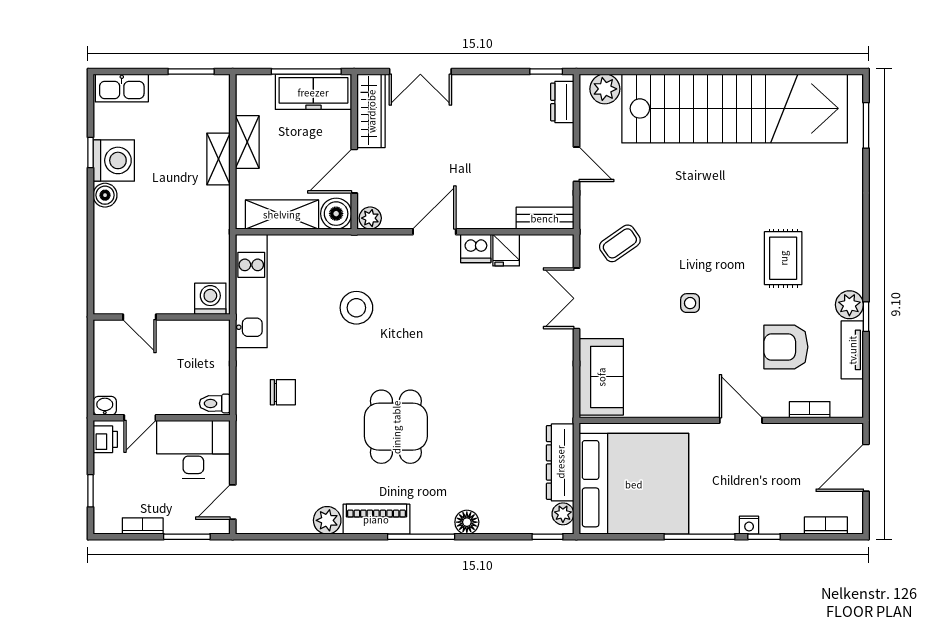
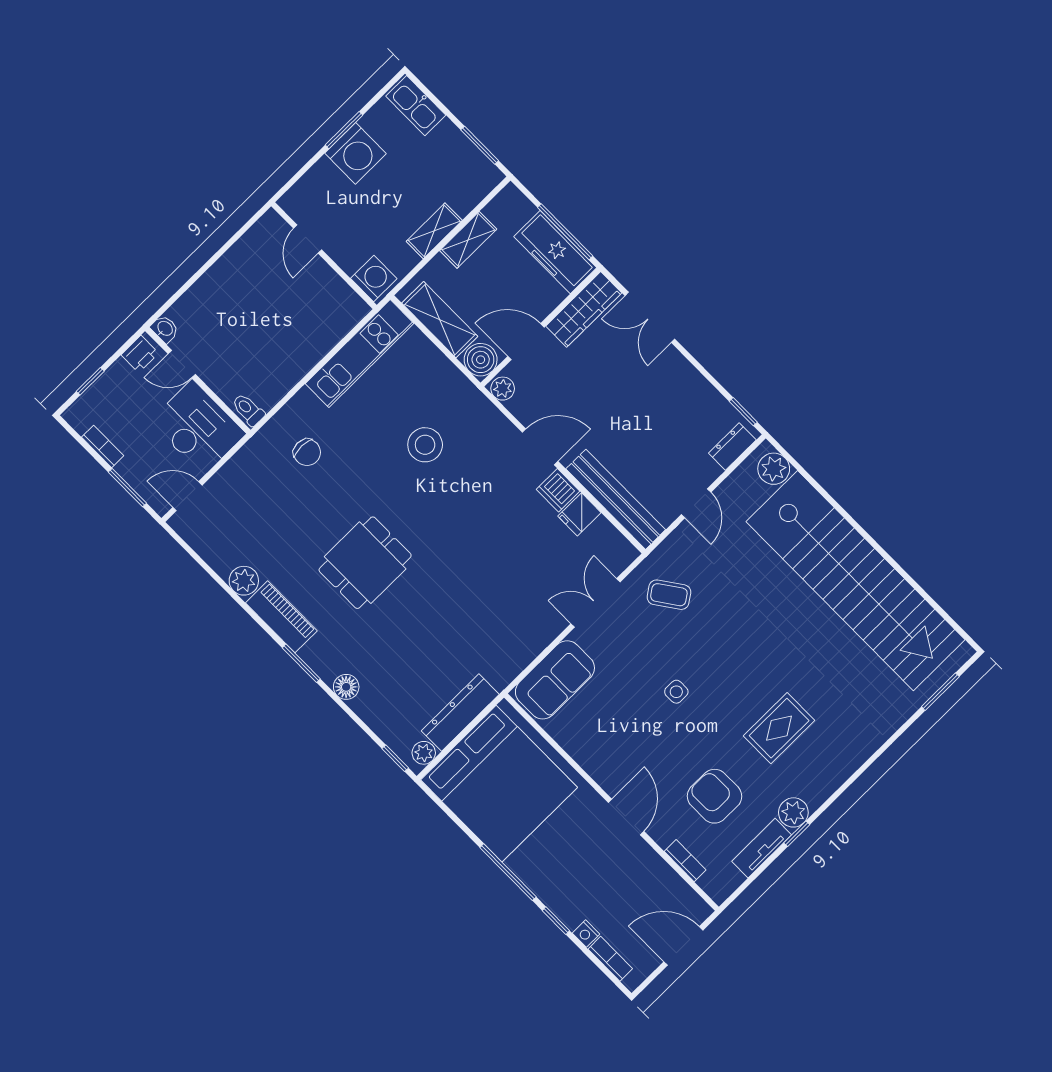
window: (91, 153) -> (344, 130), width x1.50
boiler: (105, 195) -> (323, 173), removed
bench: (545, 218) -> (616, 499), width x1.86, depth x1.21
washing machine: (210, 299) -> (374, 279), moved
door: (140, 317) -> (308, 239), moved
wall: (162, 317) -> (324, 256), moved
nightstand: (749, 525) -> (586, 934), moved
window: (421, 537) -> (301, 663), width x0.69

